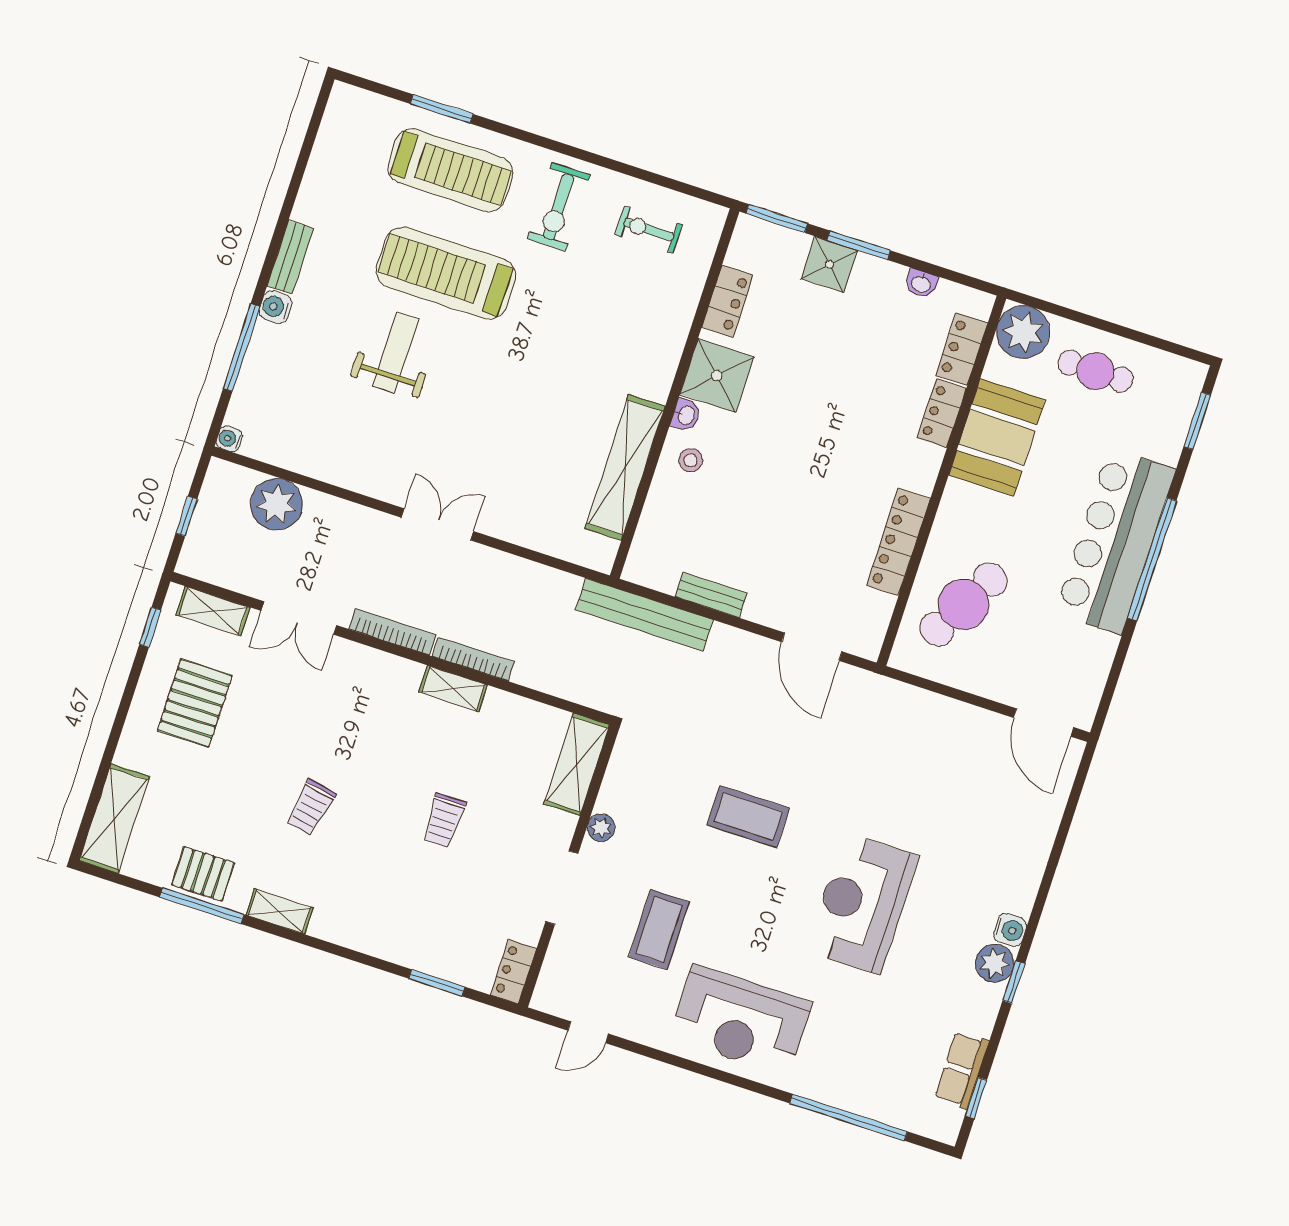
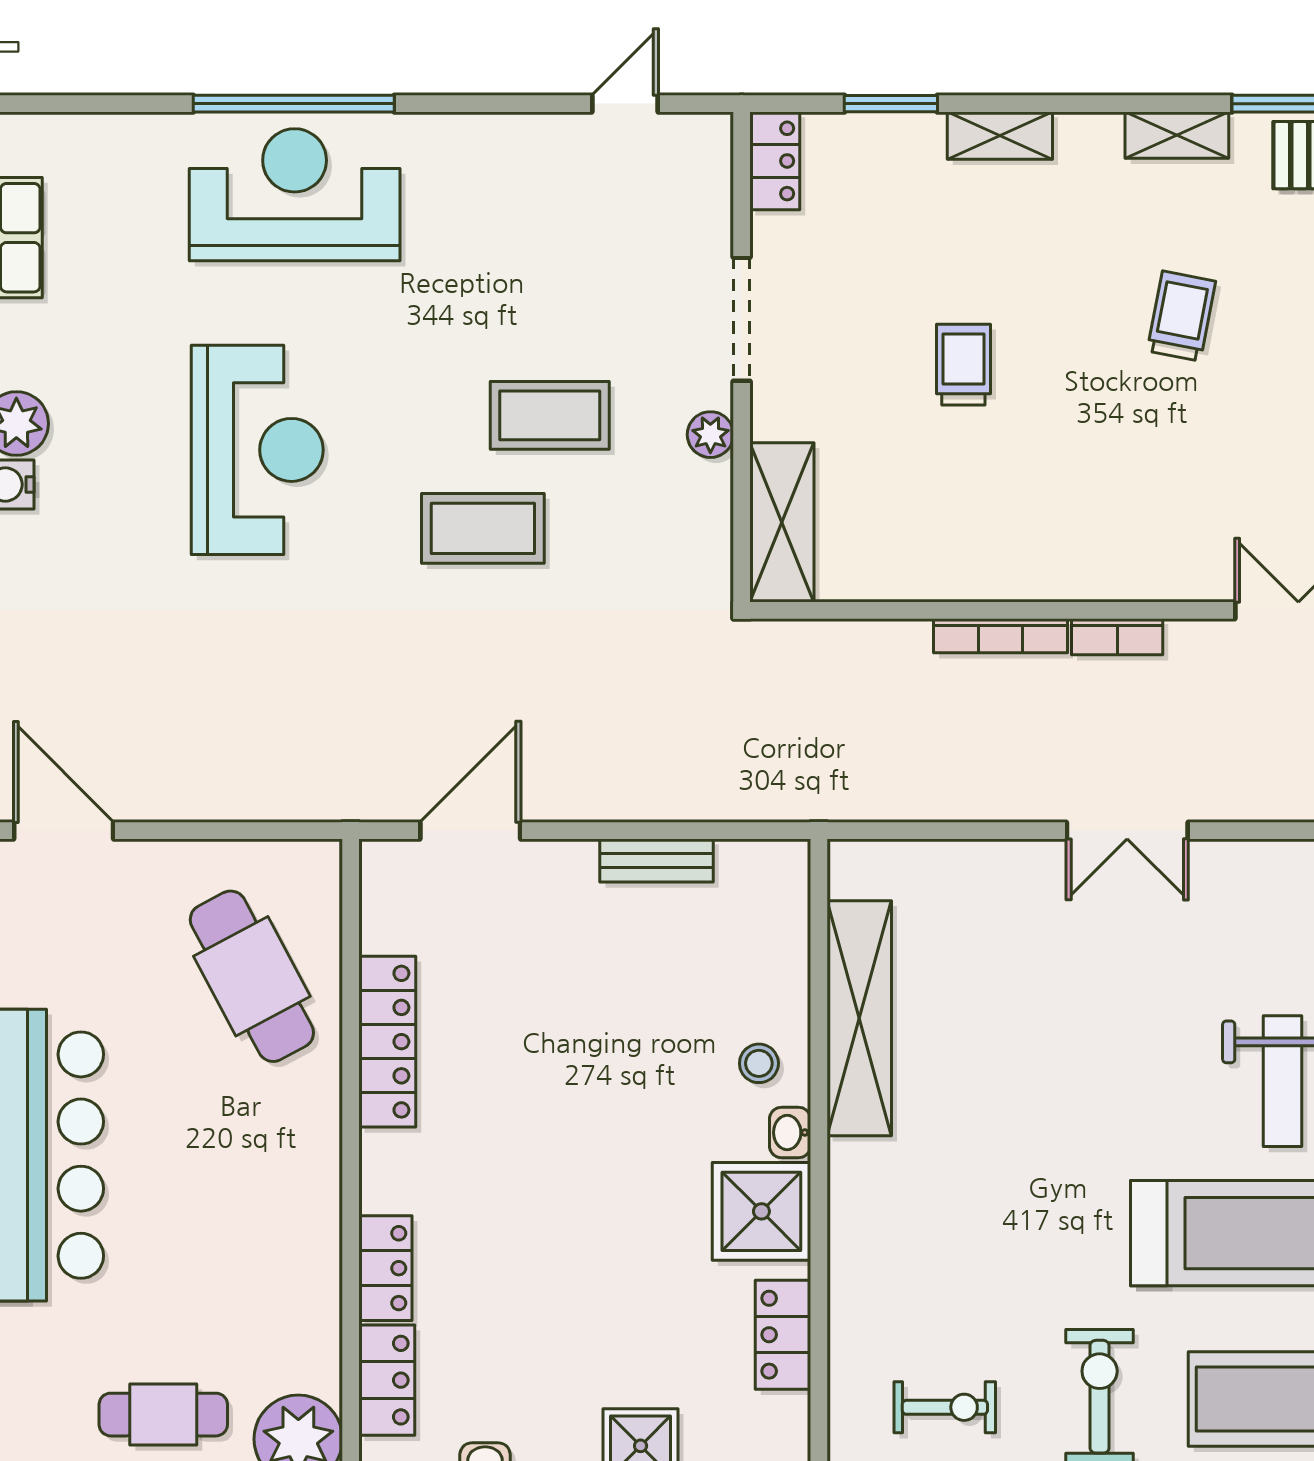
booth: (997, 437) -> (286, 1258), removed
cafe table: (963, 604) -> (252, 976), turned -57
bench: (644, 615) -> (752, 795), removed
bookcase: (392, 632) -> (1117, 637), width x0.64
door: (812, 647) -> (470, 831), hinge flipped
shelving: (453, 689) -> (1000, 136), moved
coffee table: (659, 929) -> (550, 415), moved, turned 90
reception desk: (740, 1020) -> (295, 195), moved
window: (848, 1117) -> (294, 104), moved

